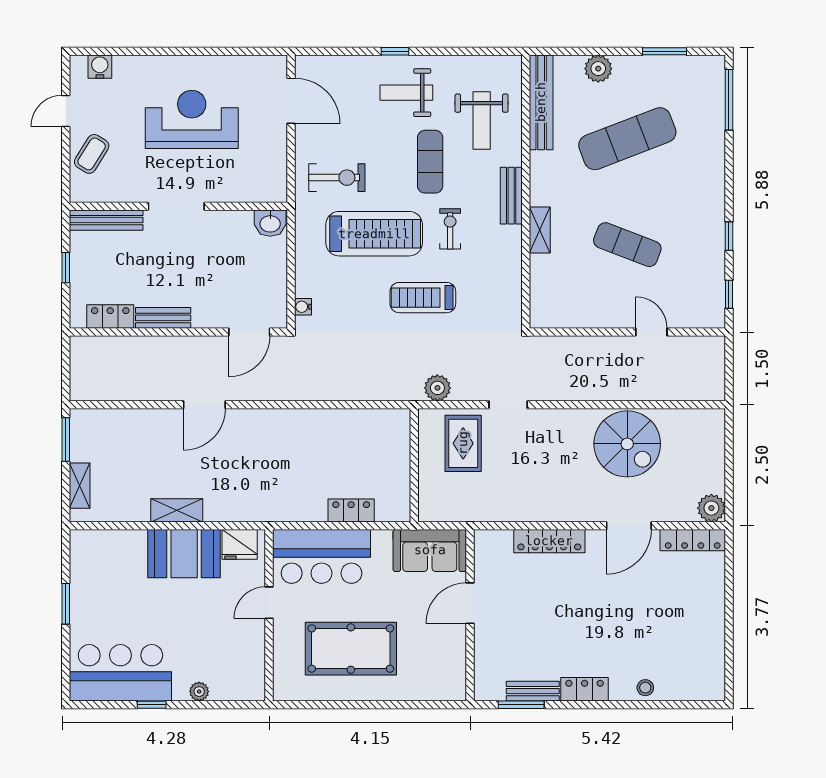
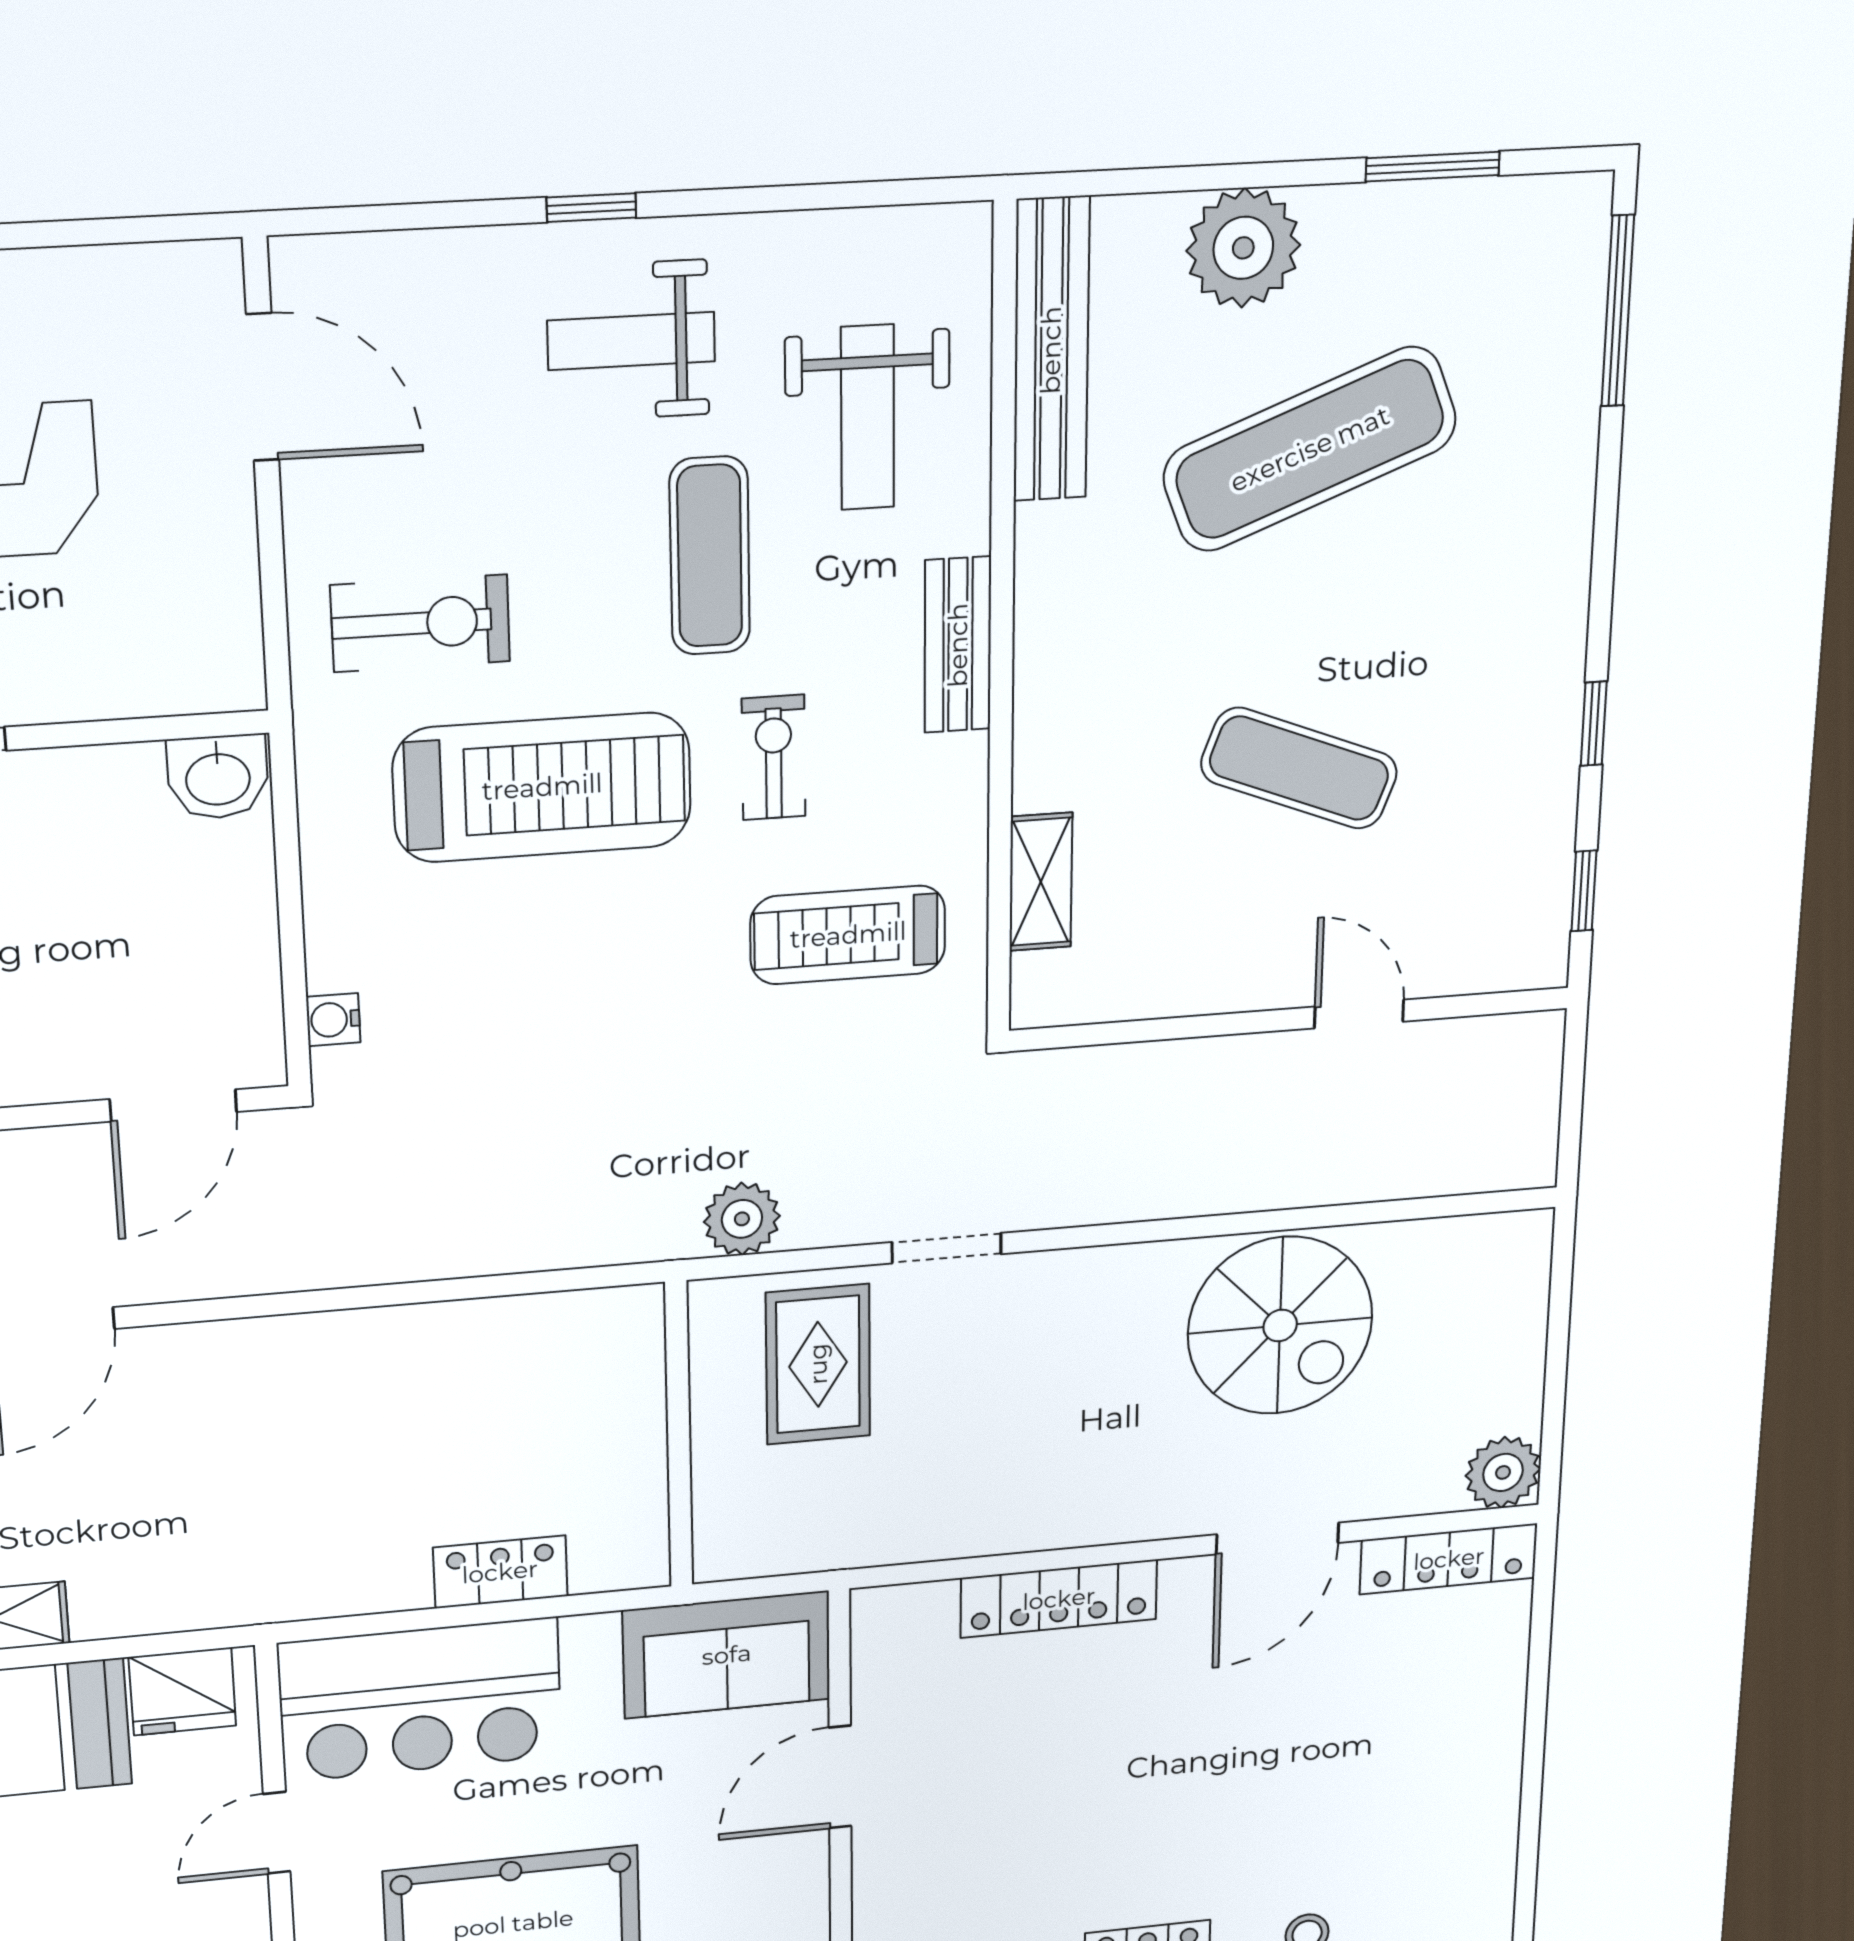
plant: (598, 69) -> (1243, 248), width x1.36, depth x1.36
shelving: (540, 230) -> (1041, 882), moved
treadmill: (423, 298) -> (848, 935), moved

